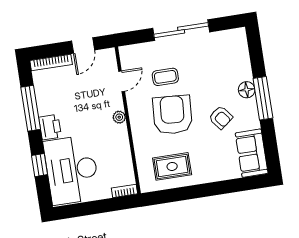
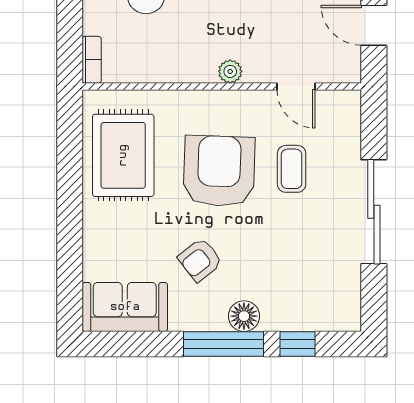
window: (257, 59) -> (297, 344), added
armchair: (172, 115) -> (219, 171), turned -92
rug: (172, 166) -> (123, 155), width x1.36, depth x1.43

